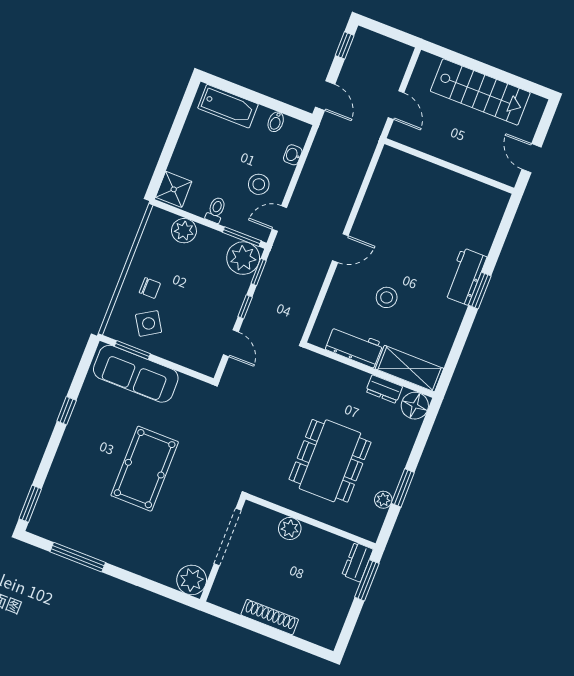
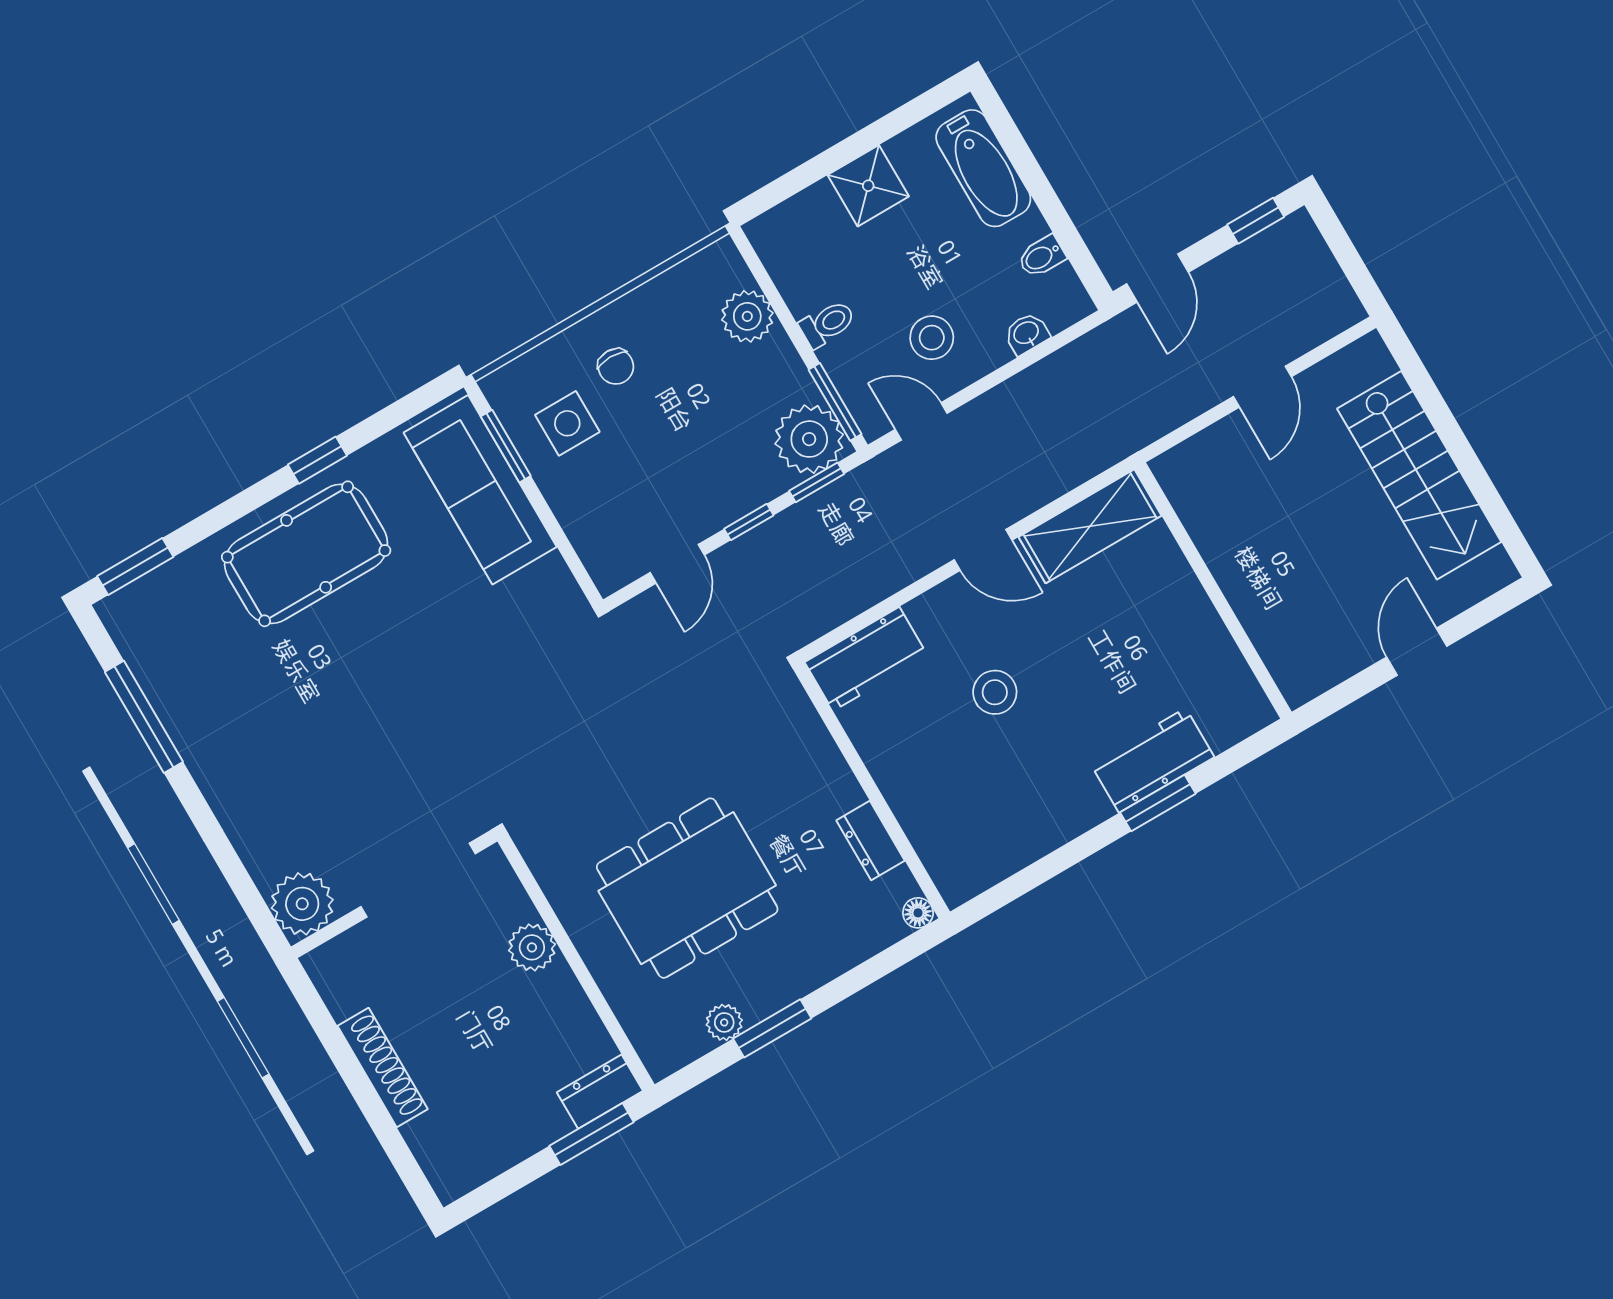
wall: (449, 166) -> (1213, 591), moved
shower: (174, 189) -> (868, 186), moved
side table: (149, 323) -> (567, 423), turned 32
workbench: (354, 346) -> (866, 659), moved, turned 90
shelving: (410, 369) -> (1090, 526), moved, turned 90
floor lamp: (415, 406) -> (918, 913), width x0.53, depth x0.53
pool table: (145, 469) -> (306, 554), moved

